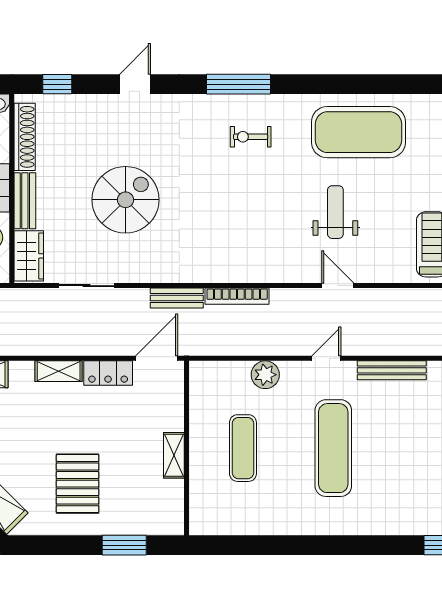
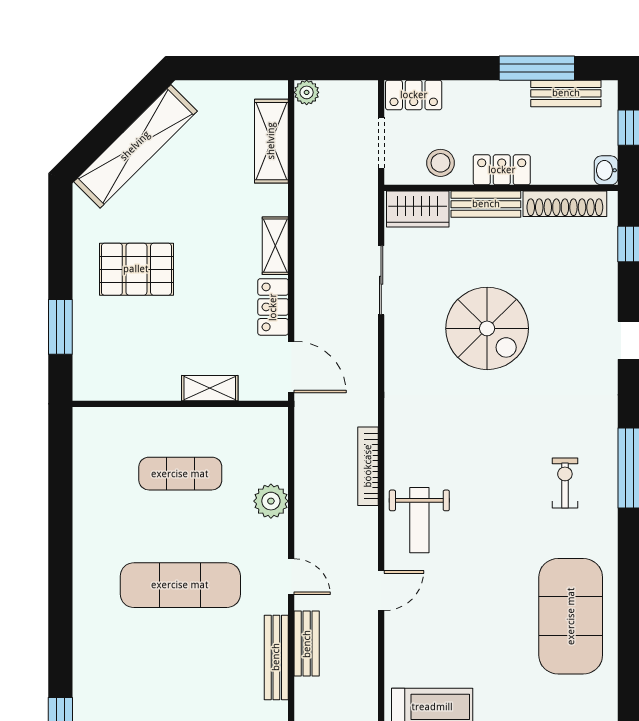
weight bench: (335, 212) -> (419, 520), moved, turned 90
bench: (177, 298) -> (307, 644), moved
shelving: (174, 455) -> (210, 388), moved

